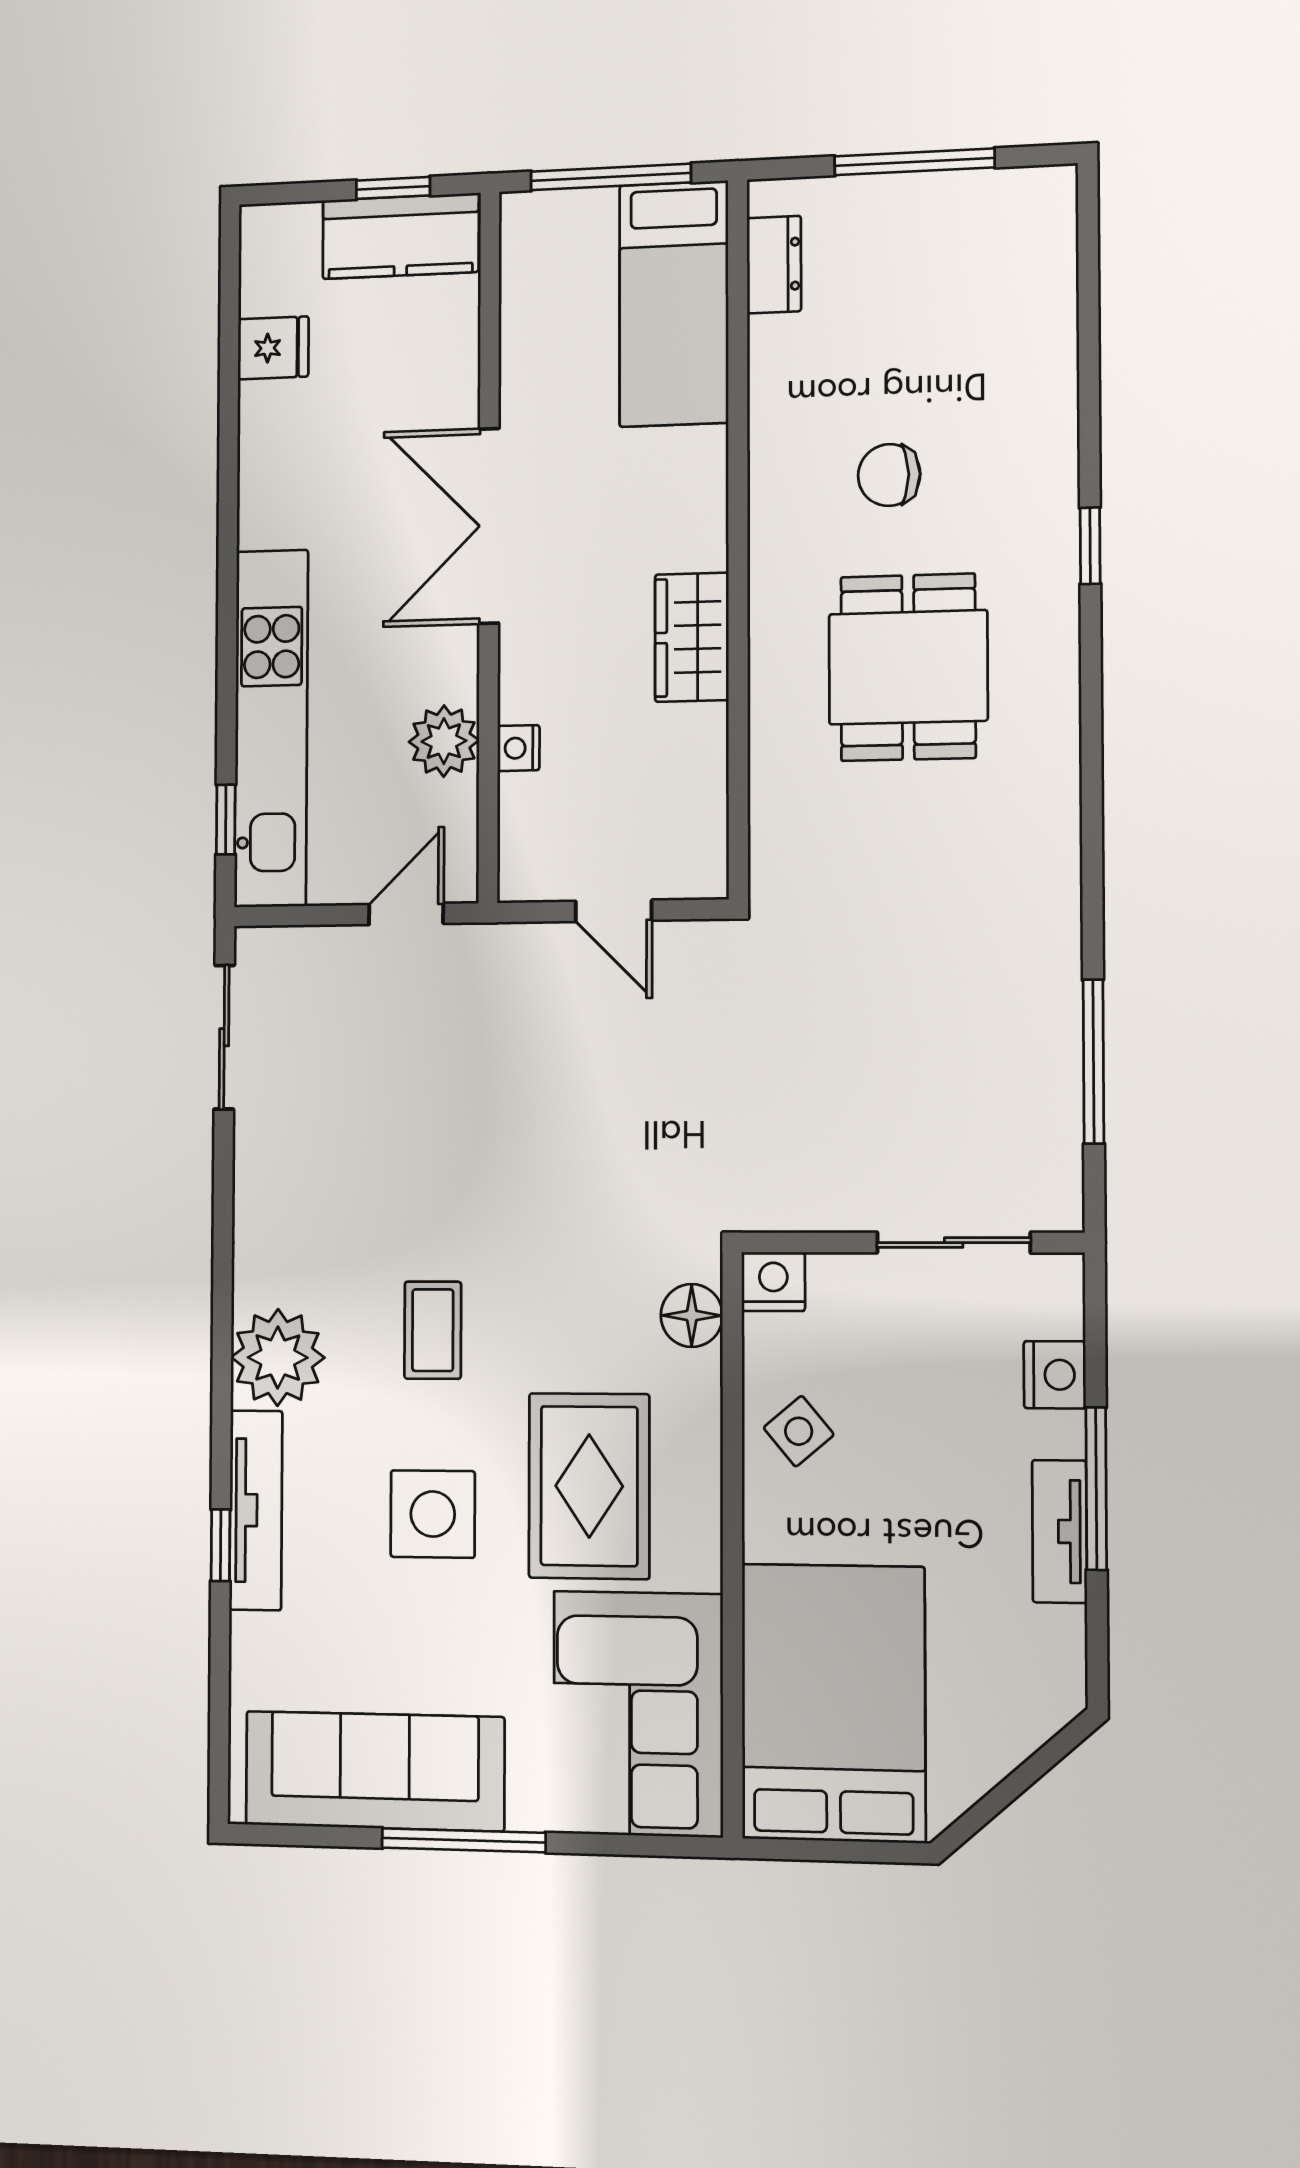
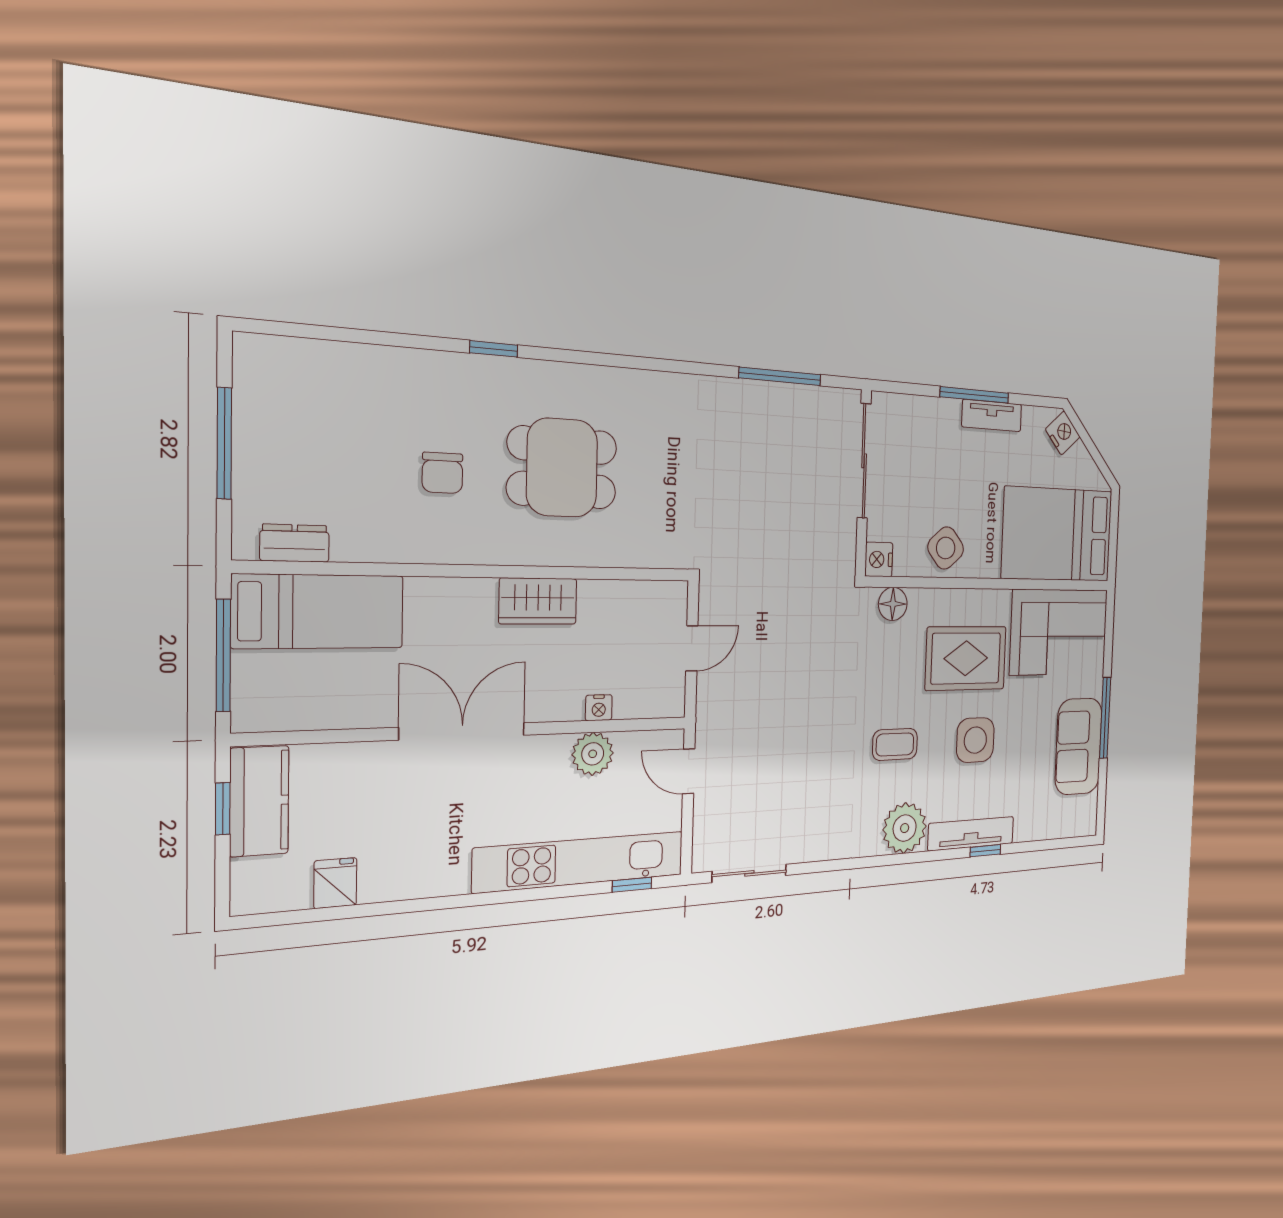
double door: (489, 526) -> (462, 731), swing flipped
sliding door: (954, 1243) -> (864, 461), width x1.37
nightstand: (1055, 1375) -> (1063, 433), moved, turned 49
side table: (799, 1431) -> (946, 548), width x1.37, depth x1.37
sofa: (375, 1771) -> (1079, 746), width x0.73

